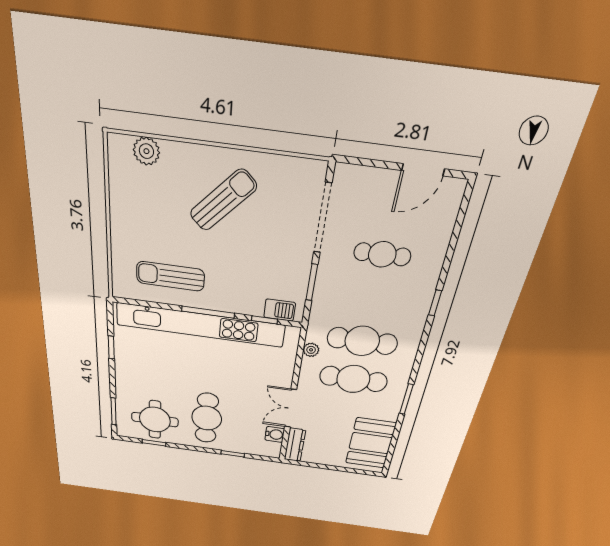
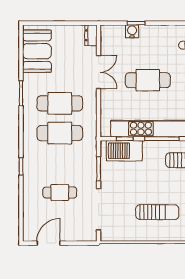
sun lounger: (223, 200) -> (157, 212), turned -134
barbecue: (280, 310) -> (124, 151), width x1.88, depth x1.53
plant: (311, 350) -> (92, 121), removed
cafe table: (207, 418) -> (148, 80), moved, turned 90
water cooler: (275, 434) -> (132, 31), moved, turned 90
dresser: (295, 445) -> (91, 35), width x0.70

